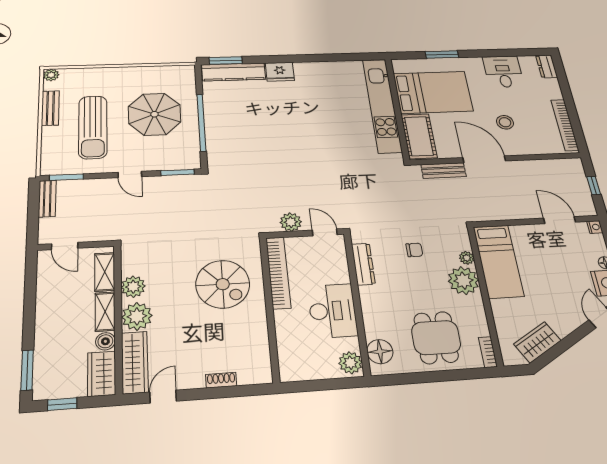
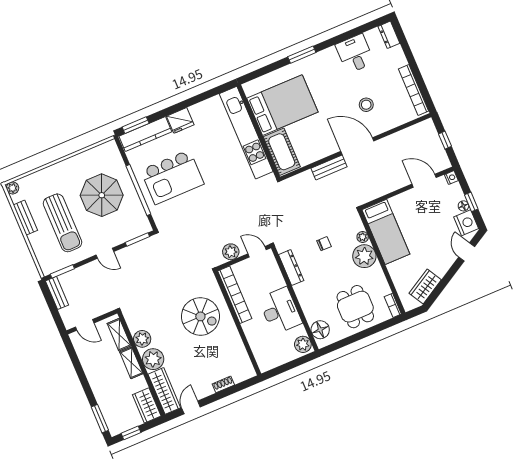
bed: (433, 92) -> (282, 105), moved
kitchen unit: (382, 105) -> (246, 133), moved
wall: (397, 108) -> (258, 131), moved
kitchen island: (248, 122) -> (172, 177), added
cot: (419, 136) -> (282, 152), moved
boiler: (105, 341) -> (140, 383), removed

